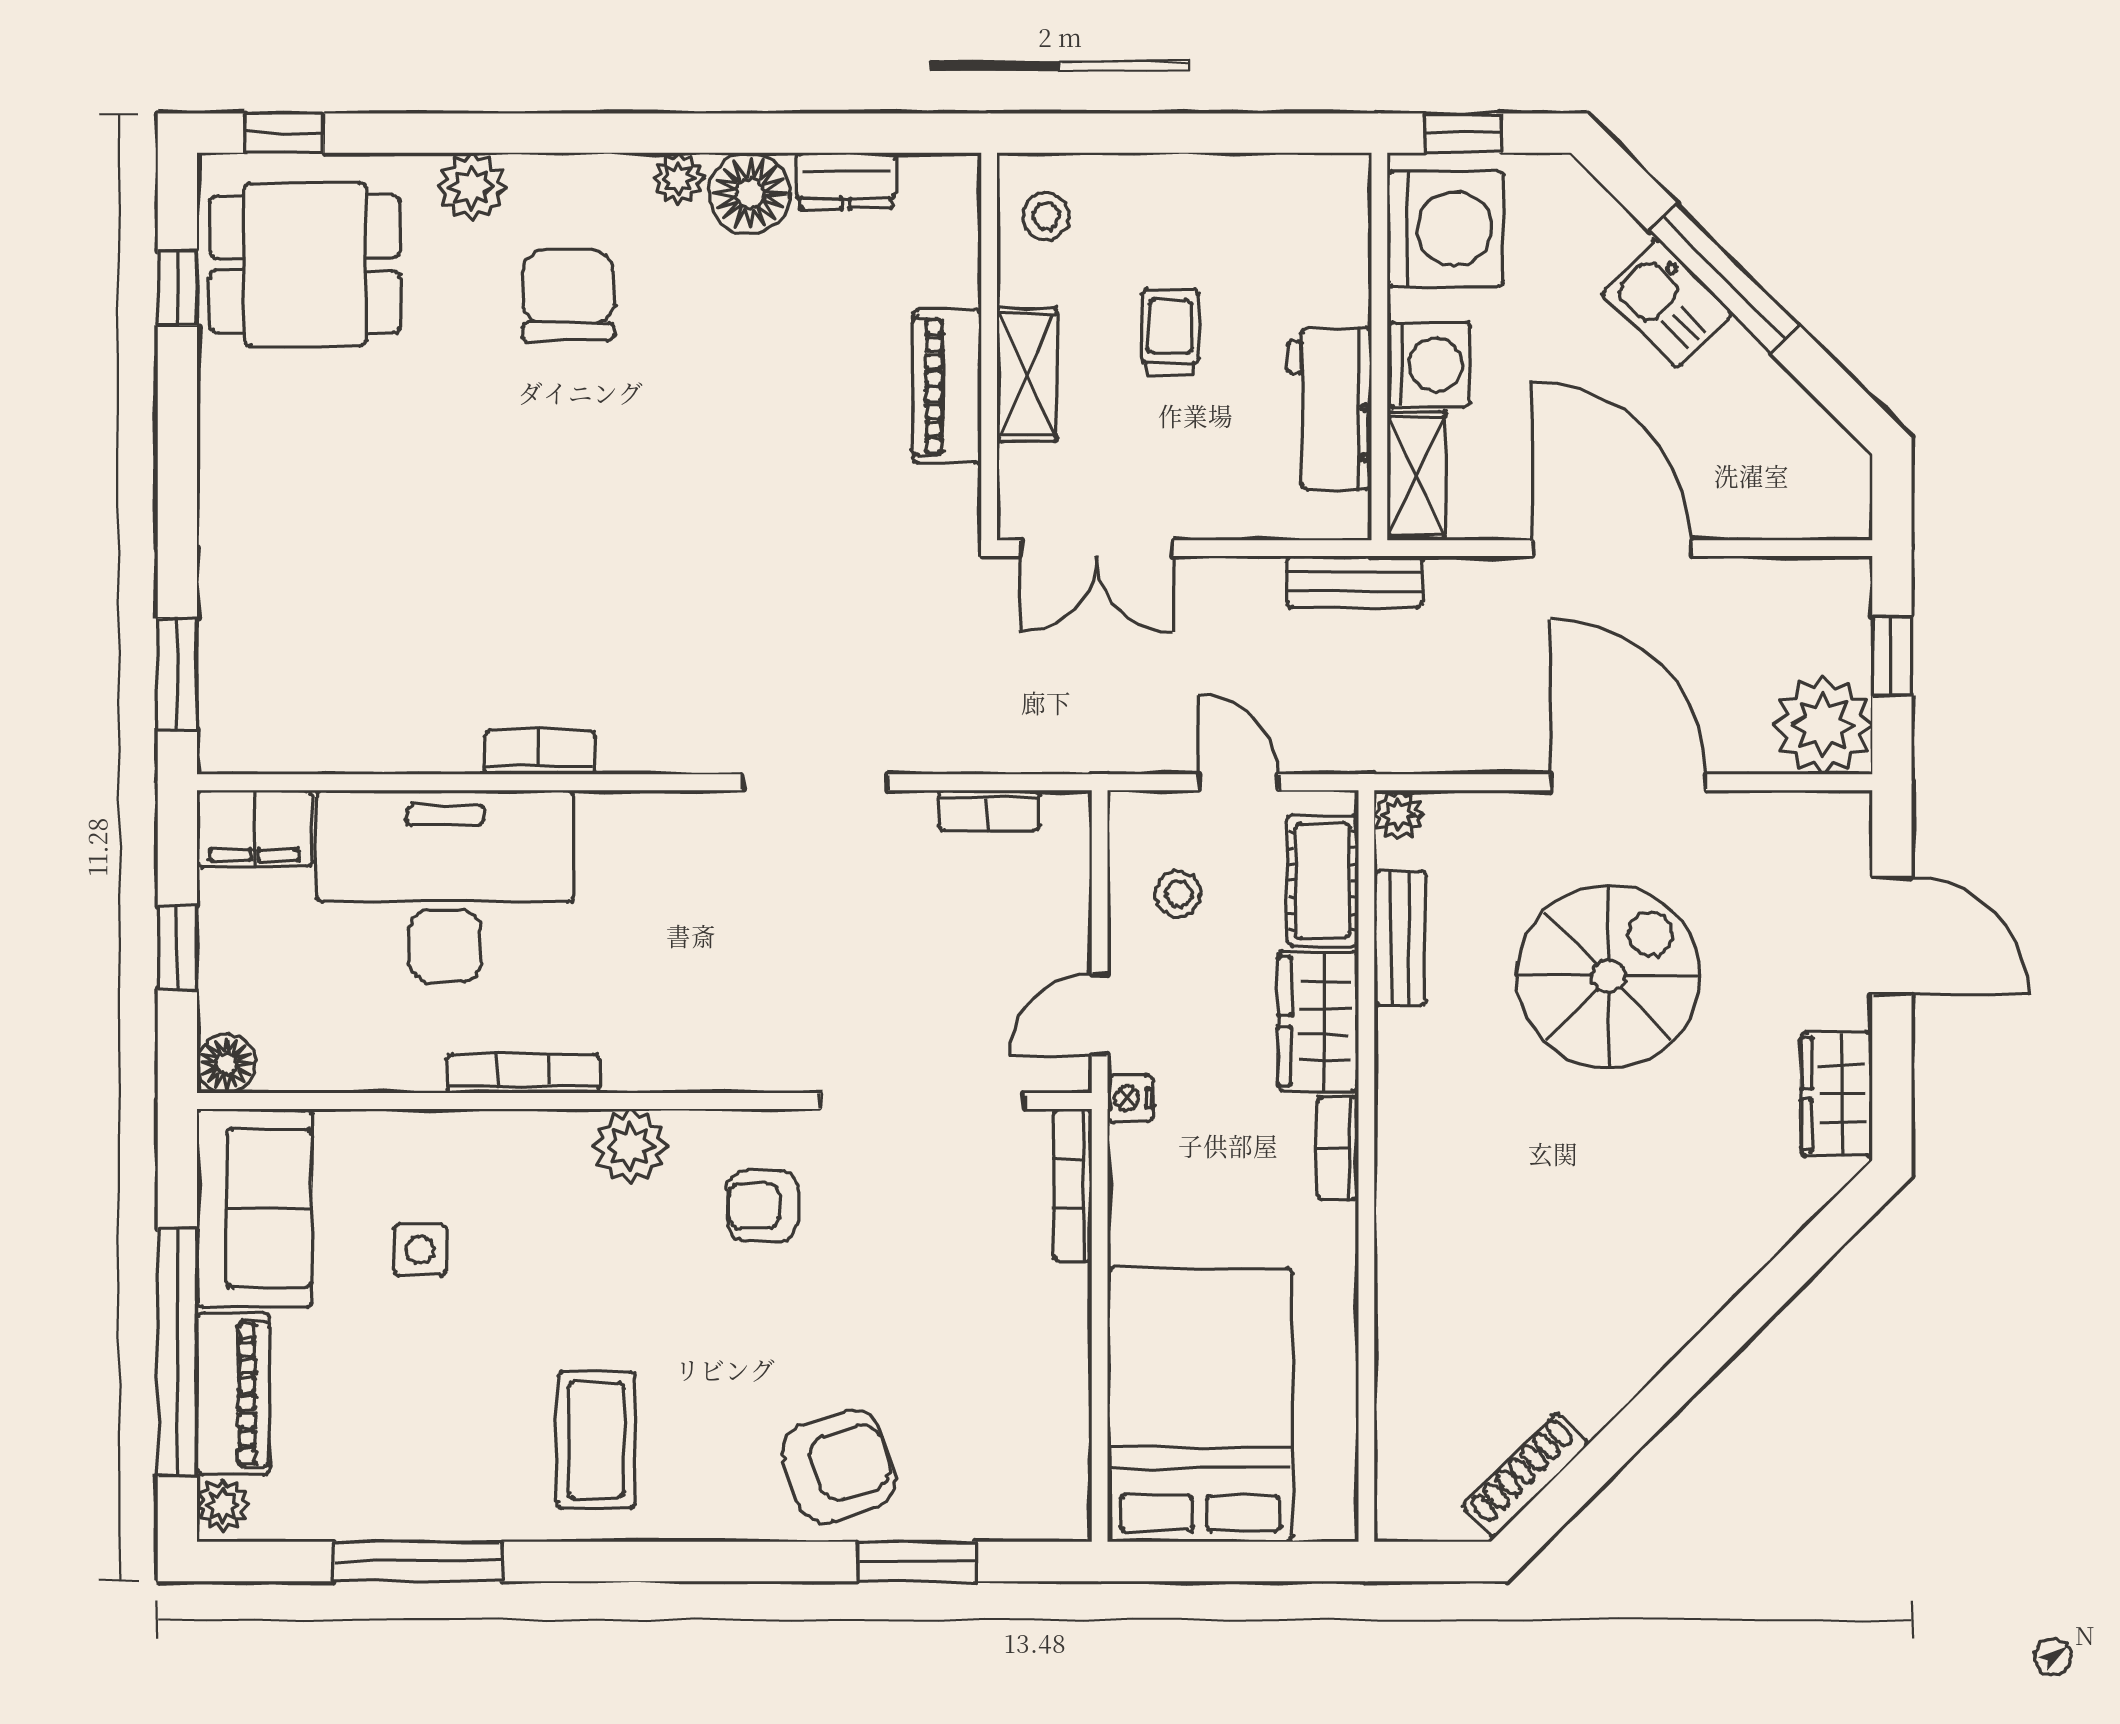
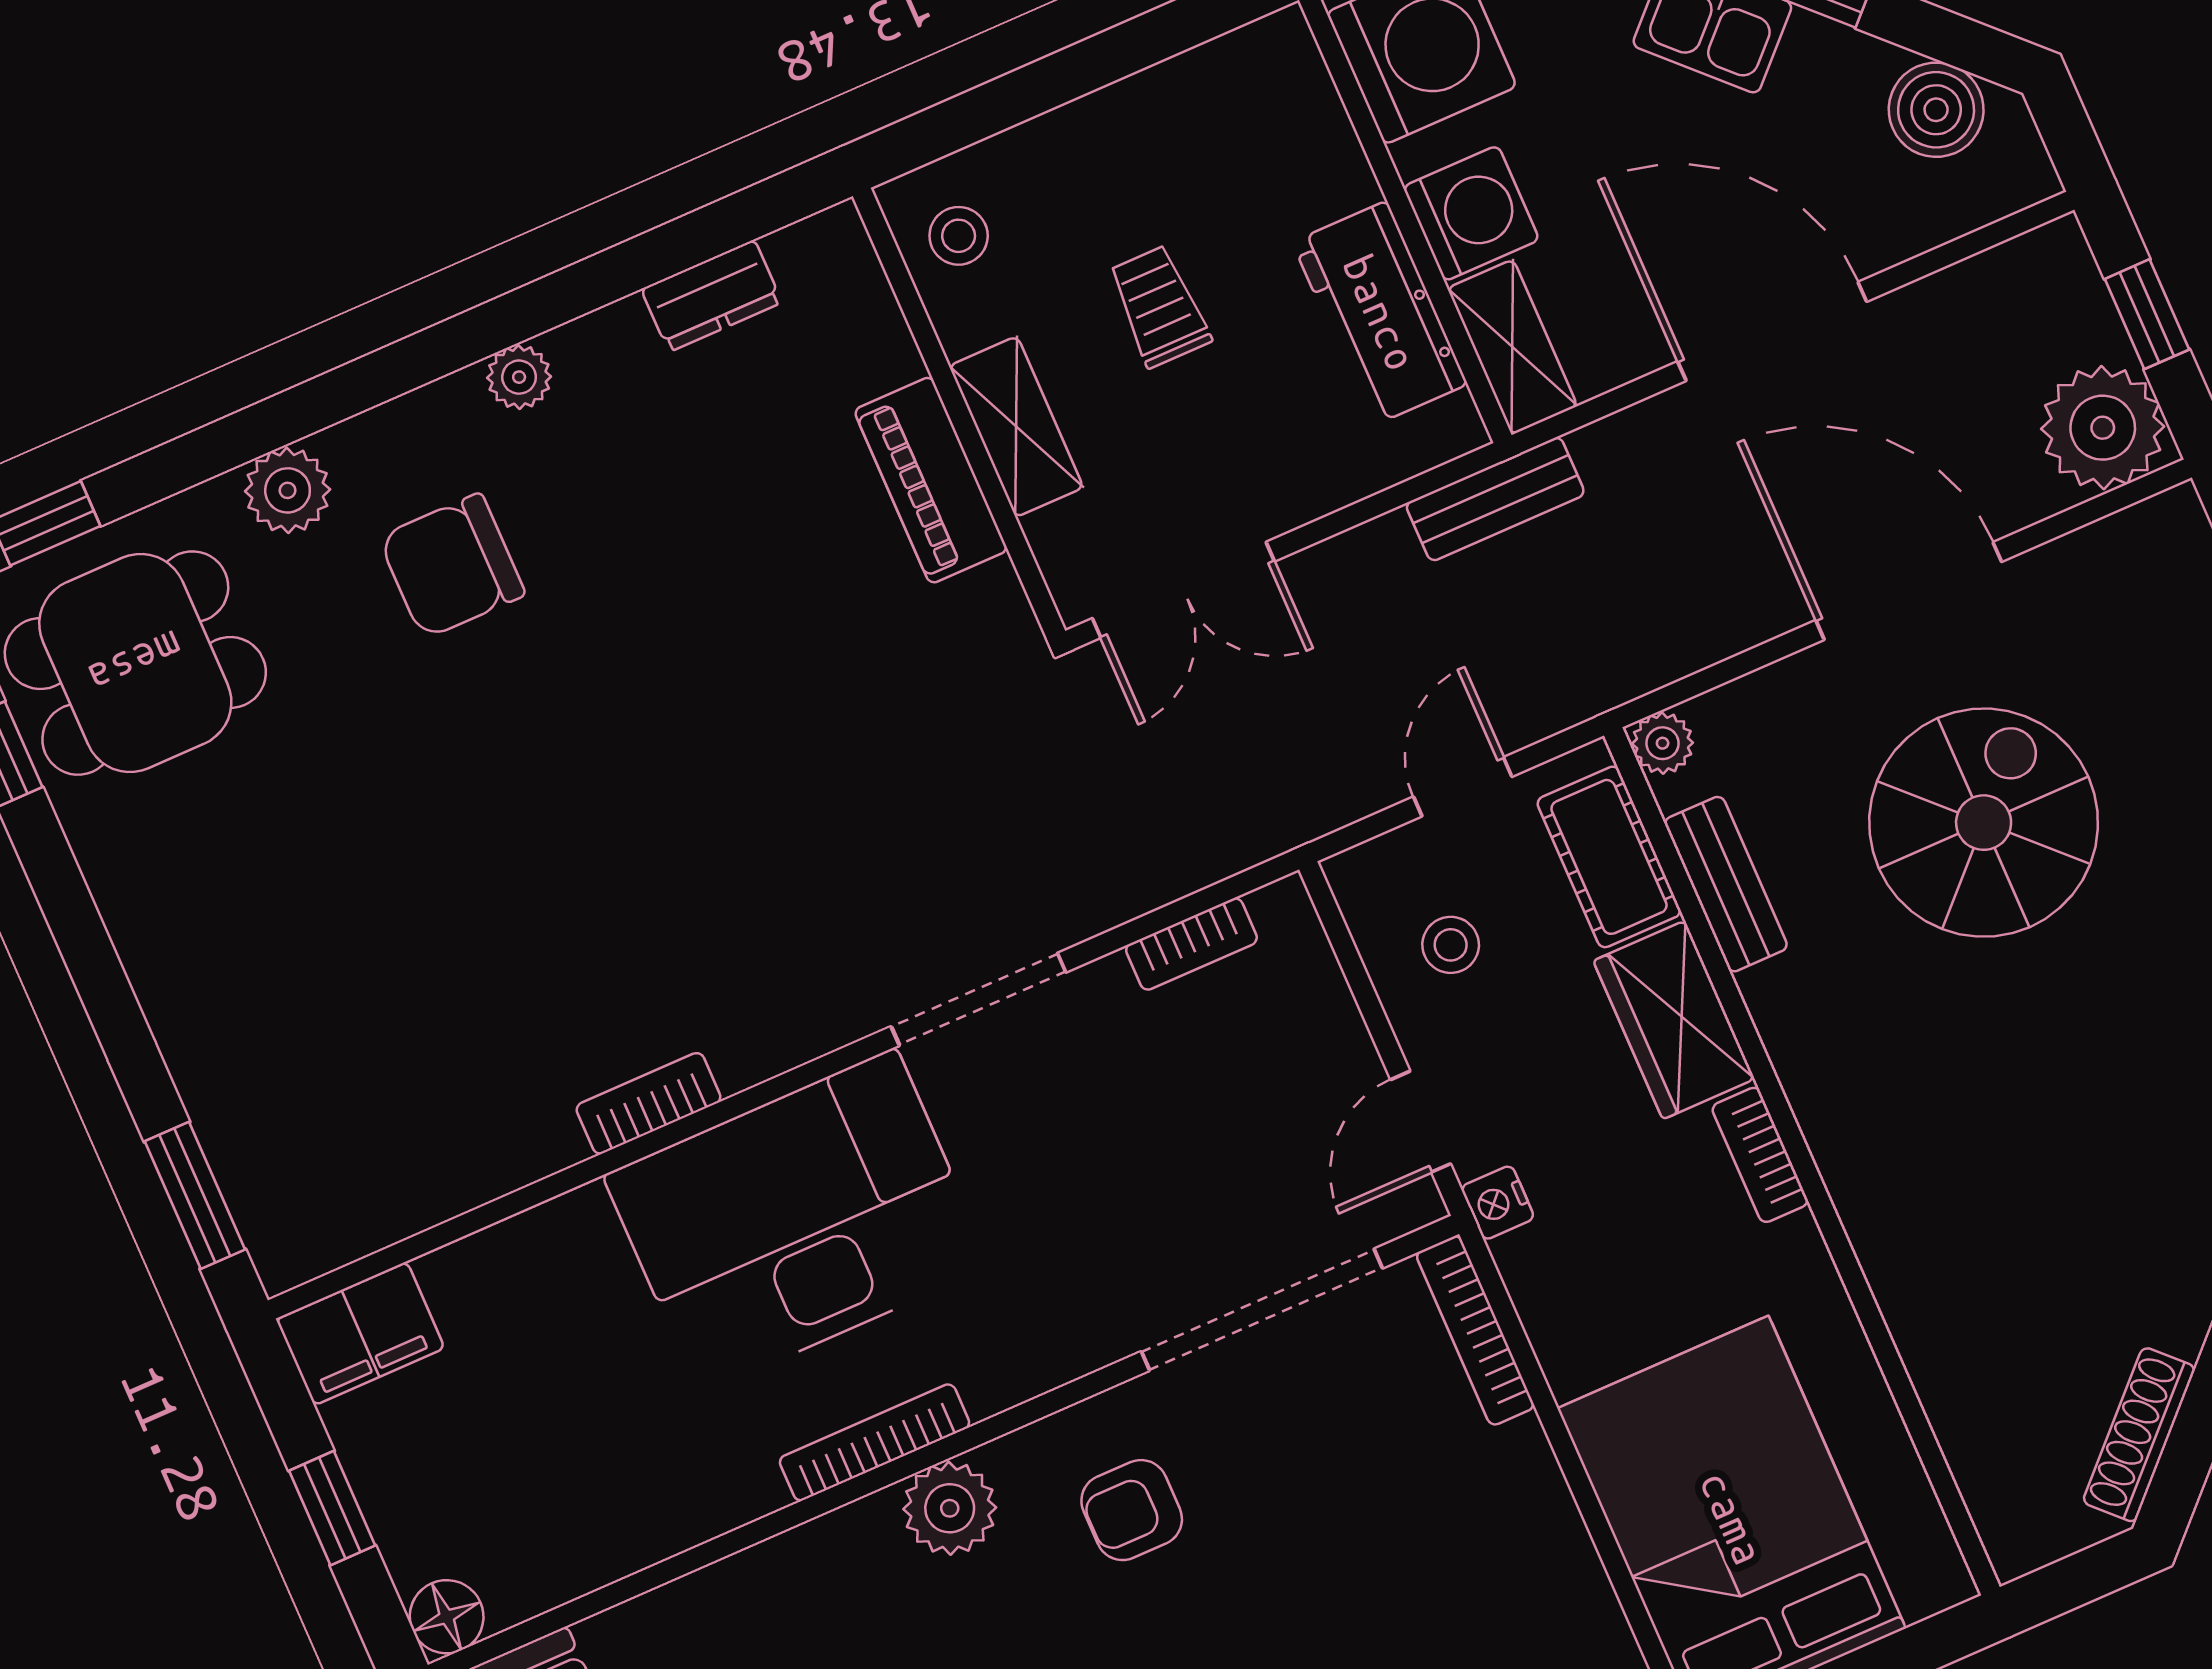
floor lamp: (750, 193) -> (609, 358), removed
chair: (568, 295) -> (452, 566), turned -90
boiler: (1803, 438) -> (1936, 110), added
door: (1238, 782) -> (1463, 787), hinge flipped
desk: (445, 886) -> (797, 1221), moved
bookcase: (523, 1074) -> (875, 1442), moved

